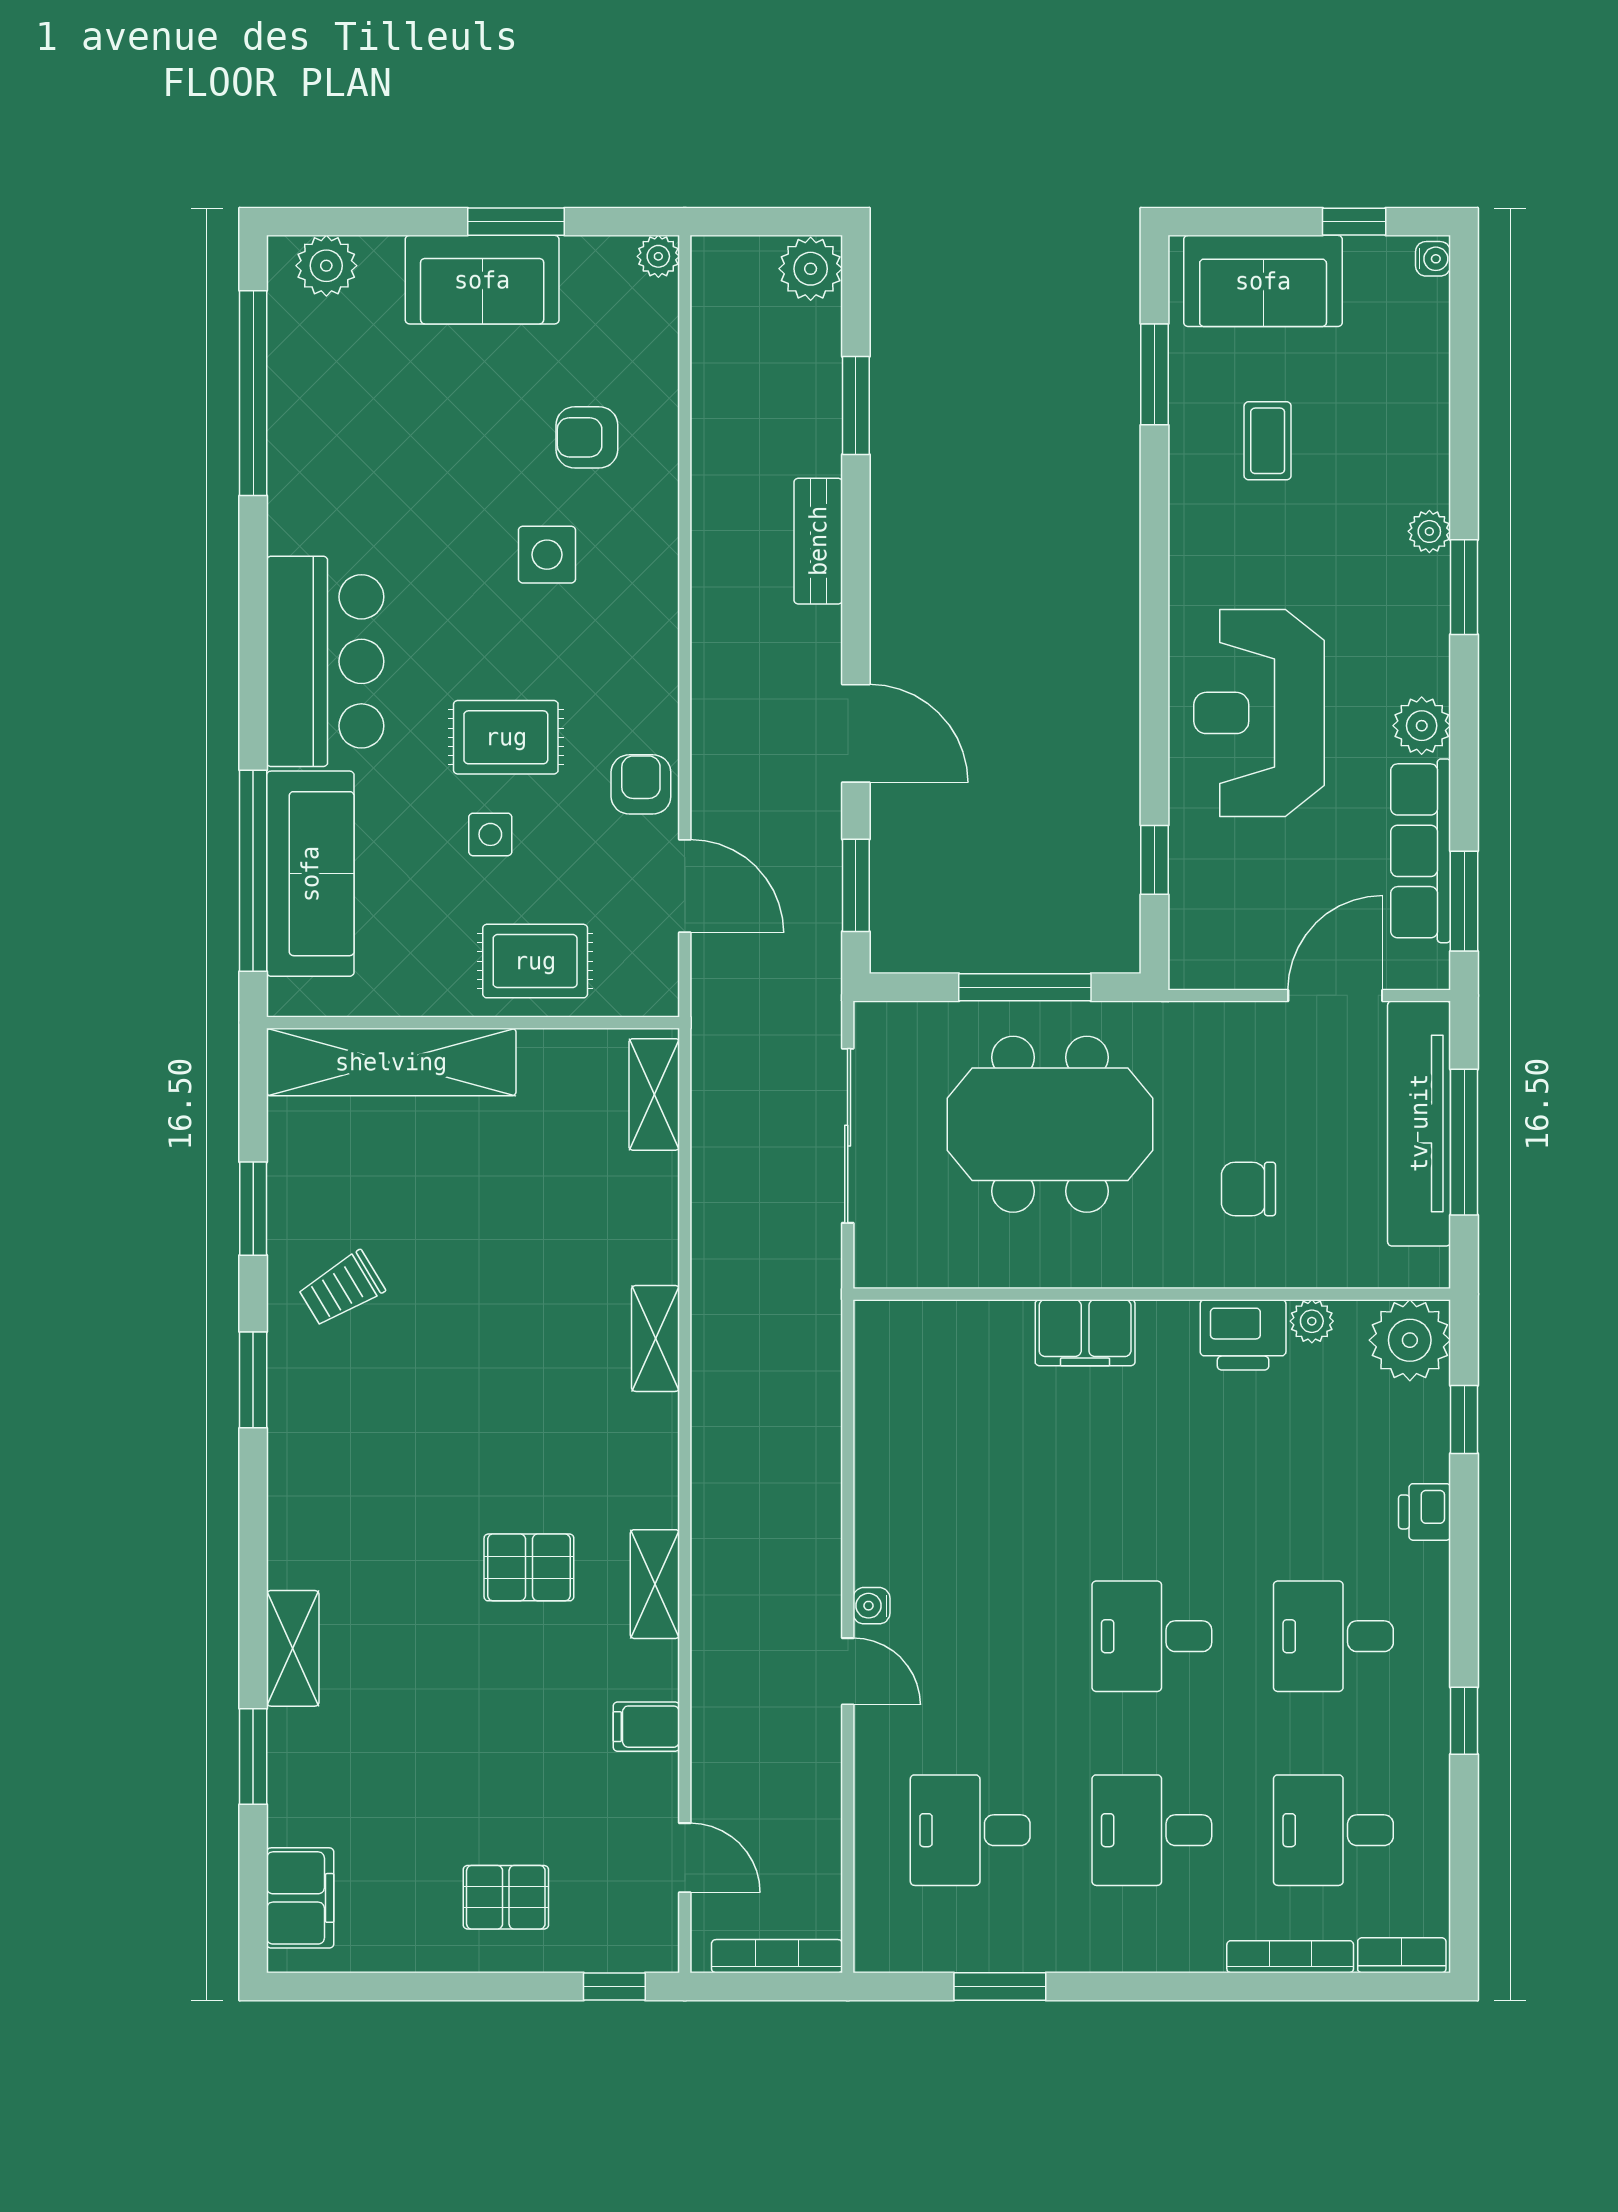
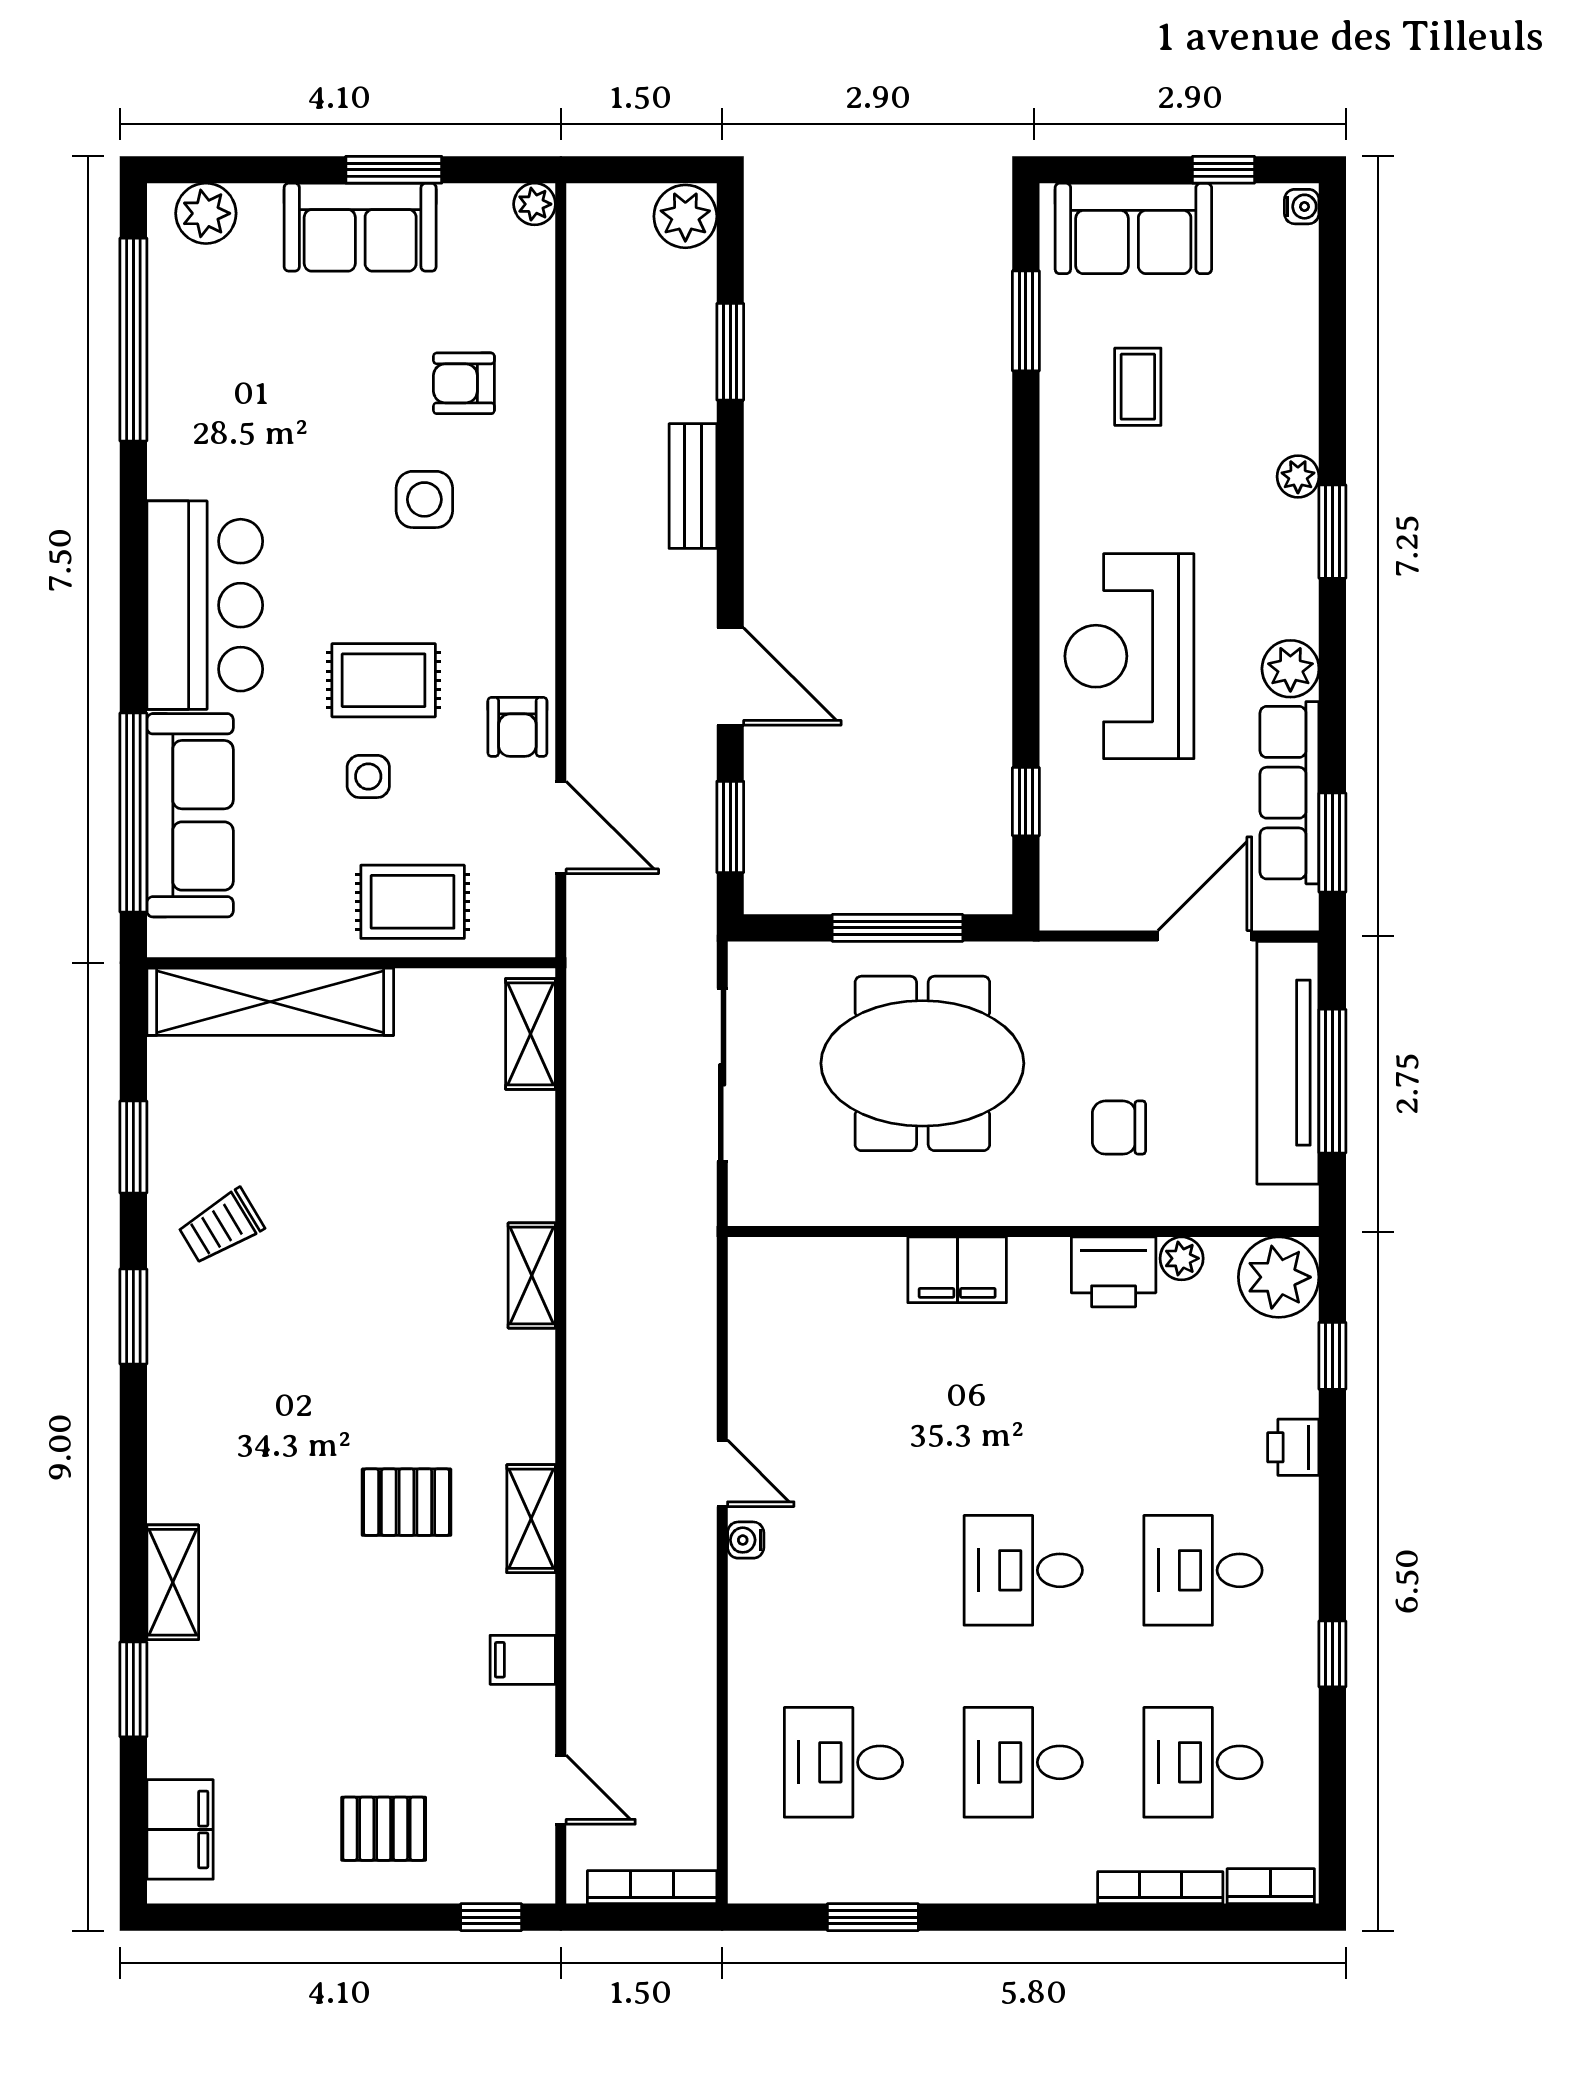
armchair: (641, 784) -> (517, 727), turned 180
door: (848, 1671) -> (722, 1473), moved

